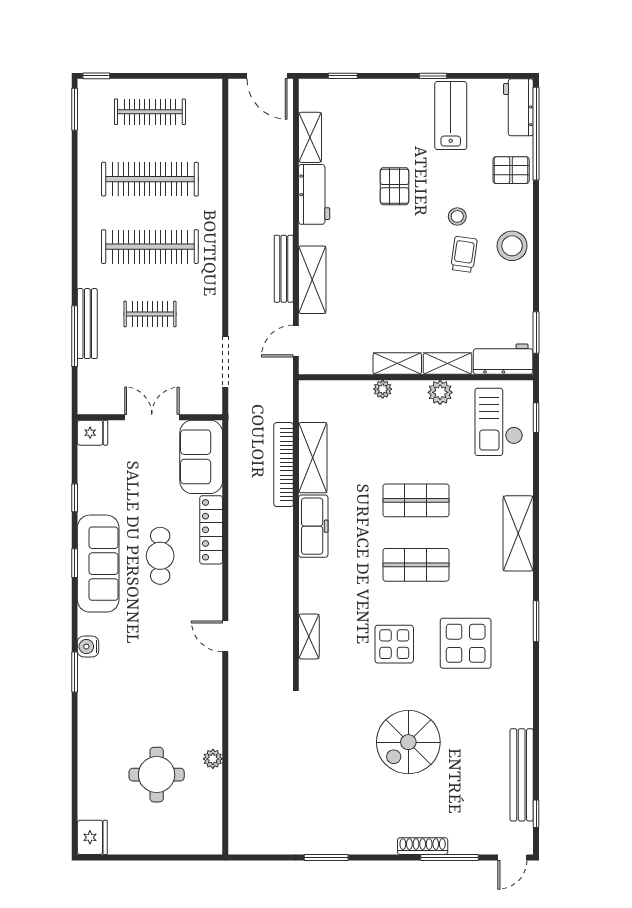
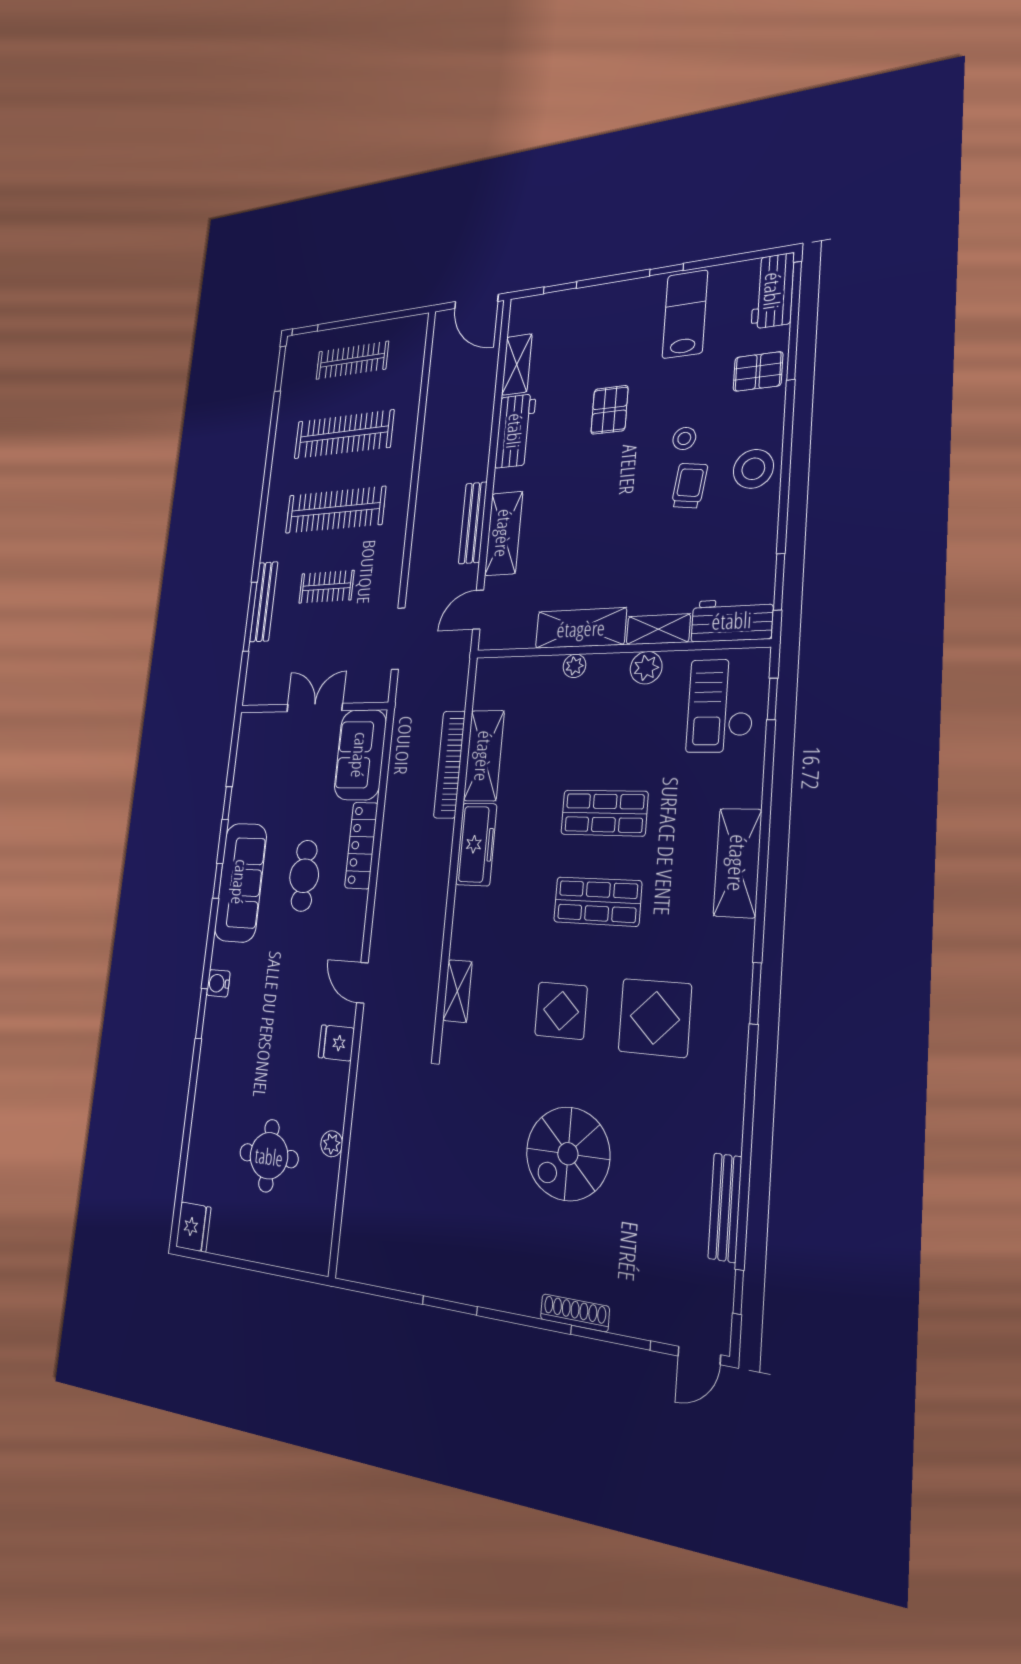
shelving: (397, 364) -> (581, 628), width x1.50, depth x1.33
fridge: (92, 433) -> (336, 1043), moved, turned 180
bench: (522, 775) -> (725, 1207), width x0.73, depth x0.82

